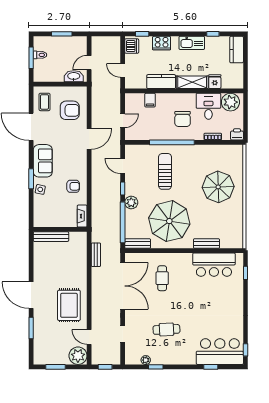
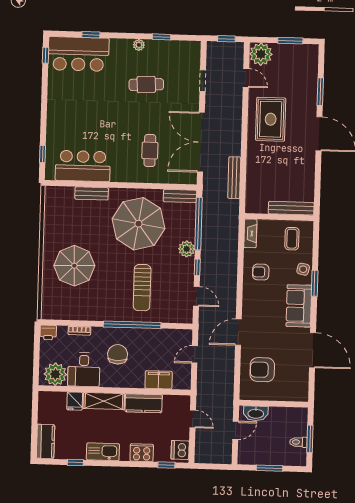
filing cabinet: (150, 100) -> (159, 380), width x2.00
coffee table: (44, 102) -> (292, 239), moved
bench: (96, 255) -> (234, 178), width x1.36
plant: (146, 360) -> (139, 45), moved

